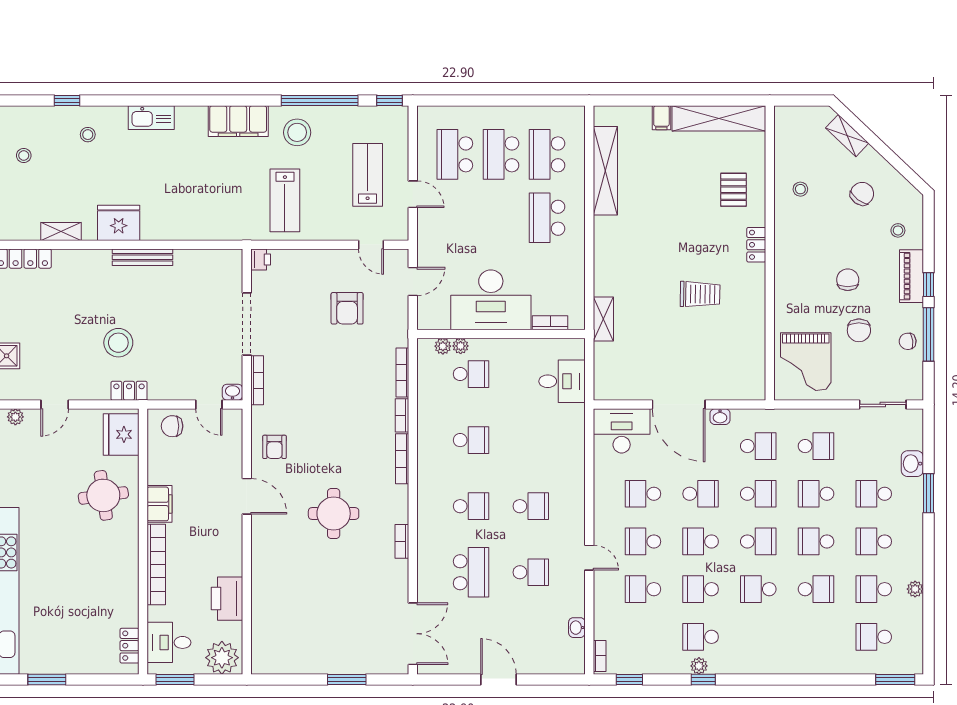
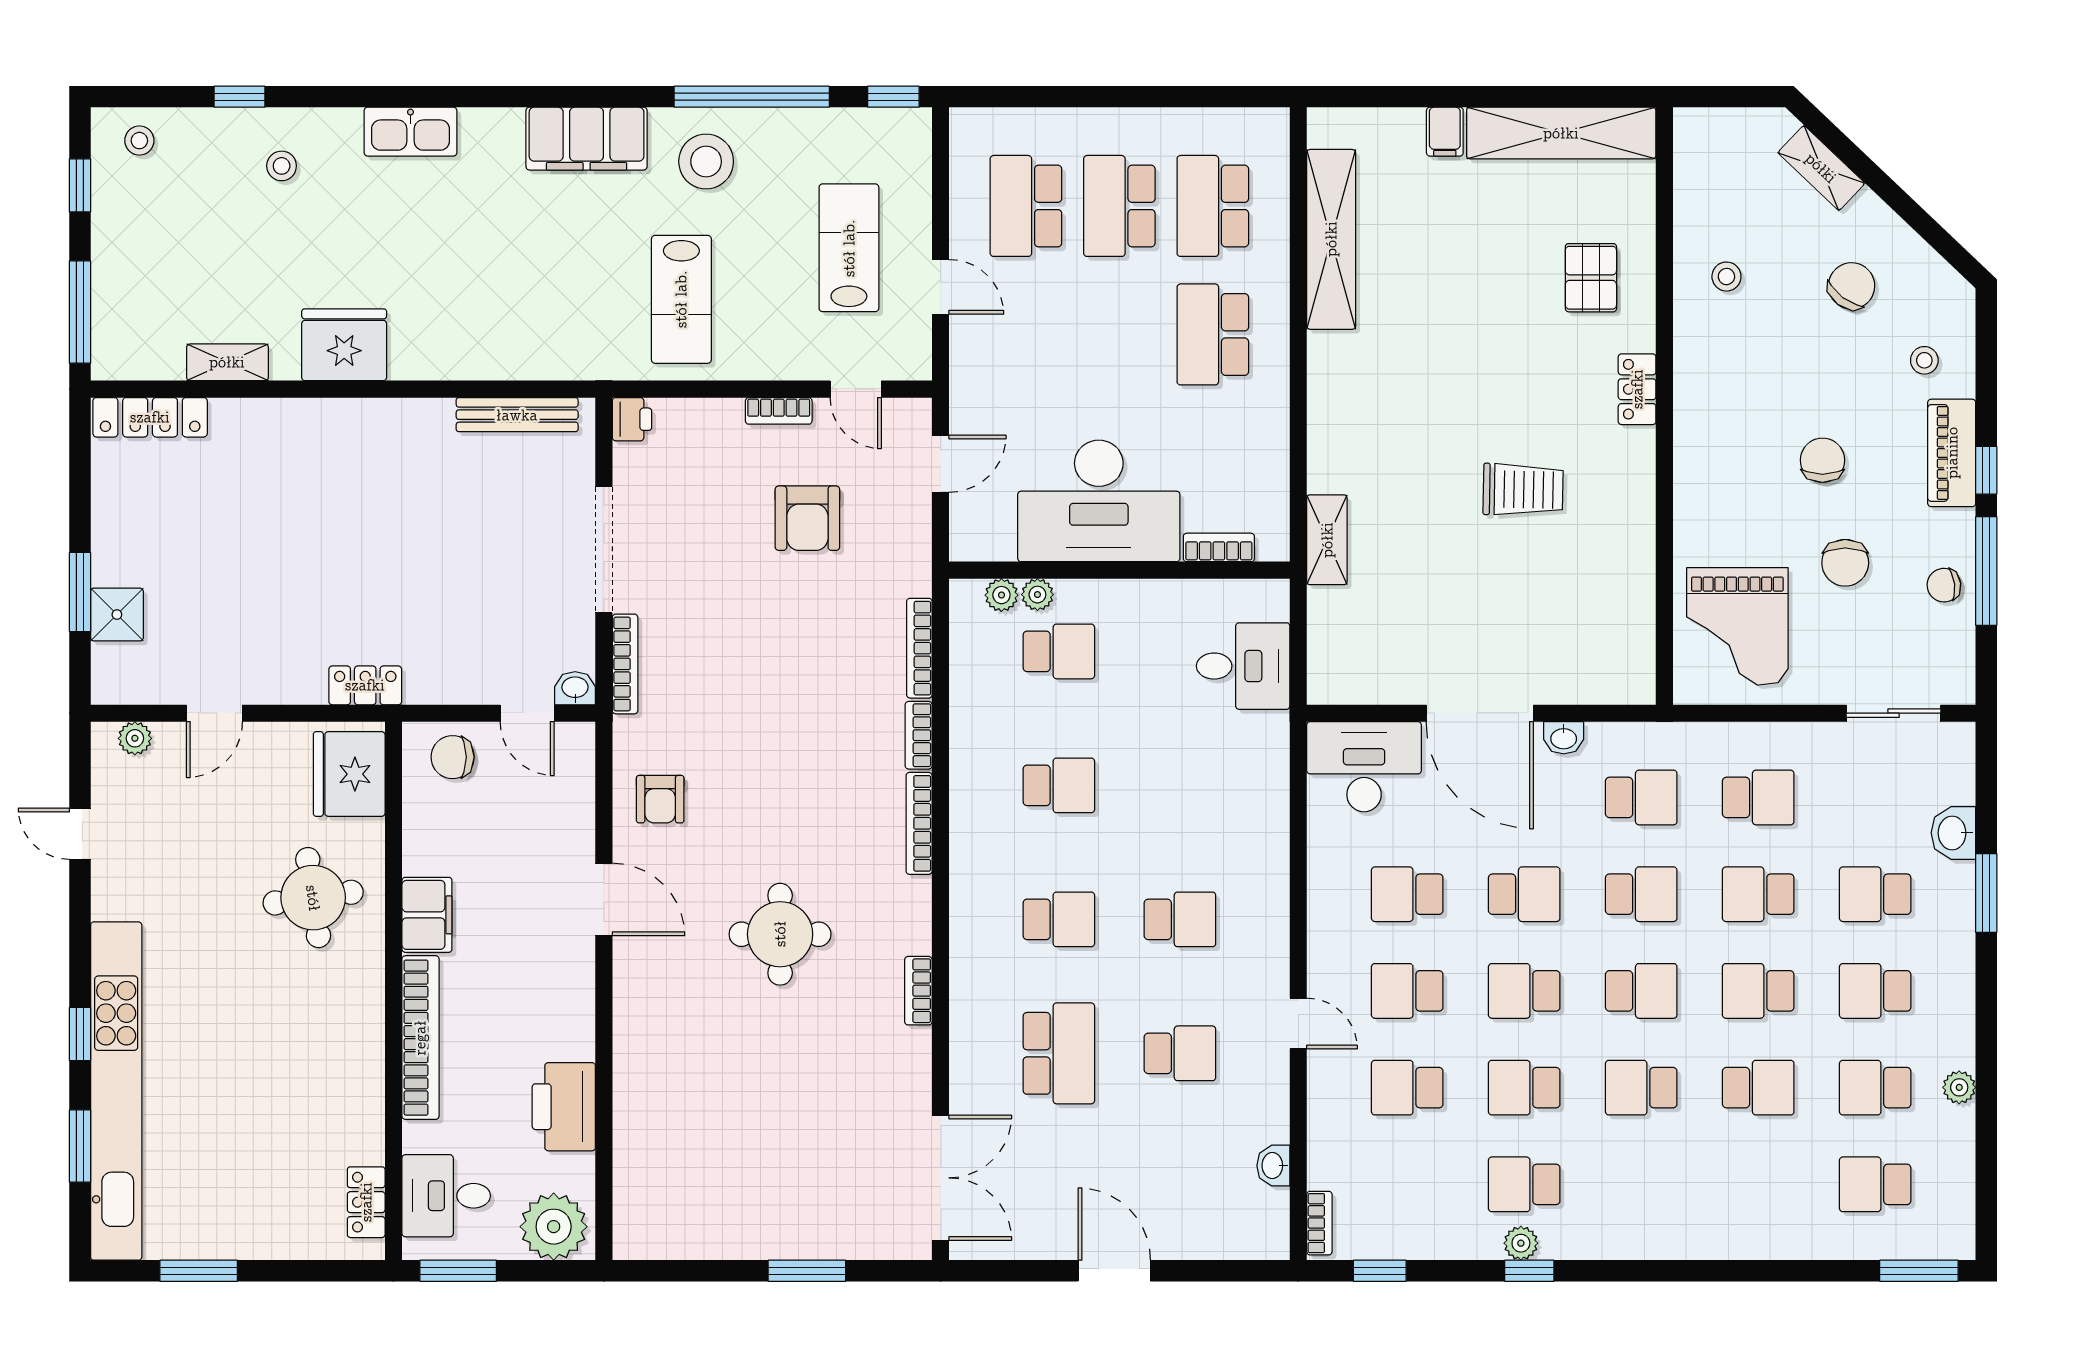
stool: (24, 155) -> (139, 141), moved
bookcase: (333, 255) -> (779, 411), added
bench: (142, 257) -> (517, 415), moved
stool: (118, 343) -> (344, 588), removed

